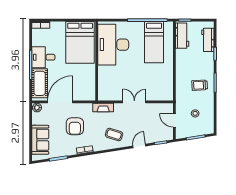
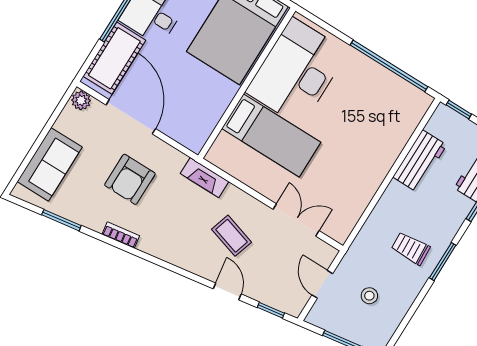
workbench: (182, 36) -> (420, 161), moved
bed: (154, 42) -> (271, 135), moved, turned -90
door: (60, 102) -> (131, 117), hinge flipped
double door: (134, 102) -> (296, 220), moved
coffee table: (114, 135) -> (231, 236), moved
door: (139, 146) -> (227, 291), hinge flipped

